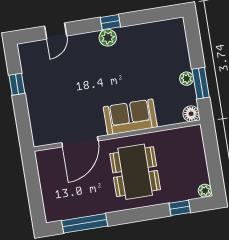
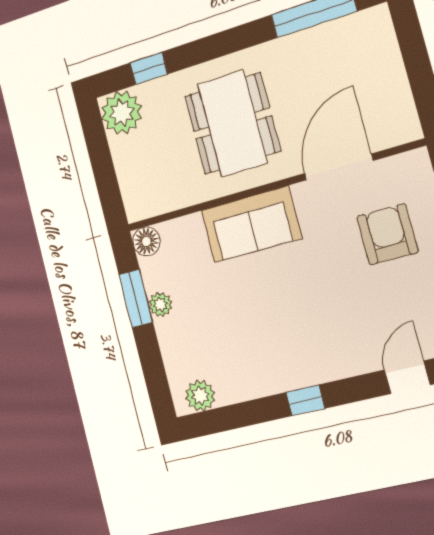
plant: (108, 38) -> (200, 396), moved
armchair: (58, 104) -> (387, 234), added
plant: (205, 191) -> (122, 113), width x1.87, depth x1.87

